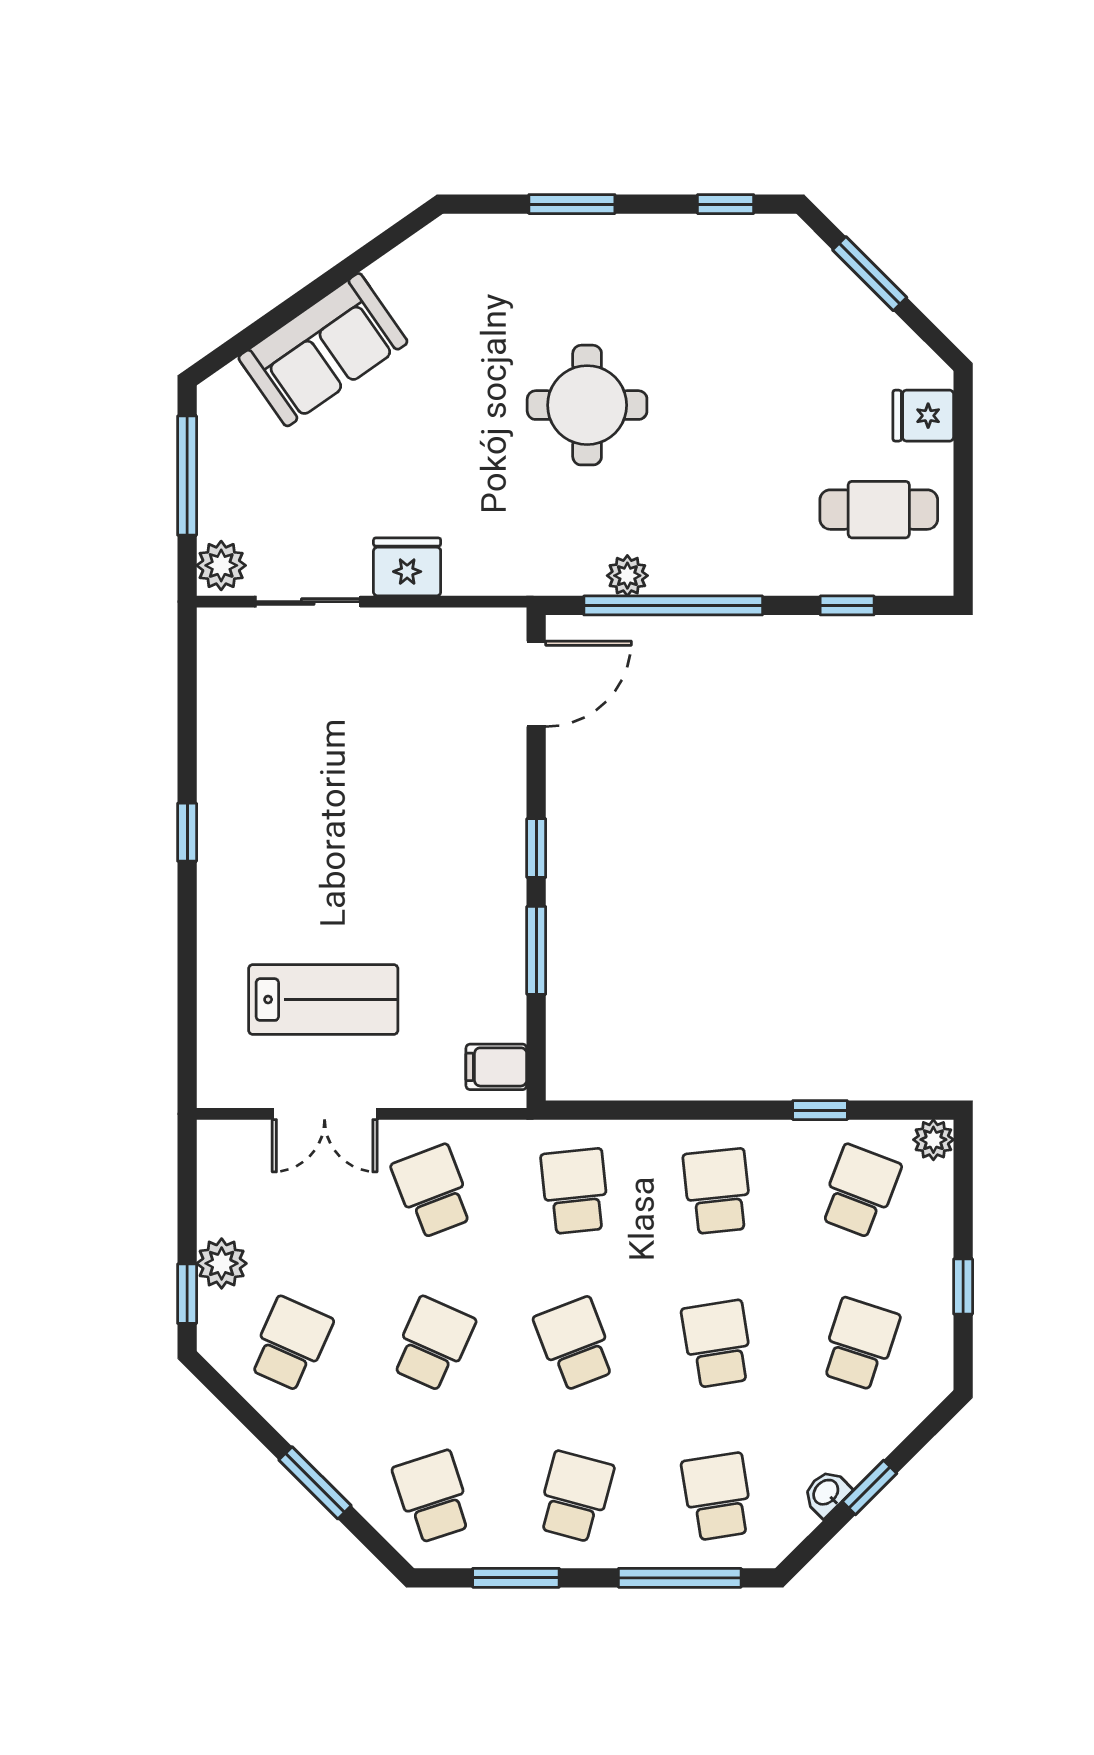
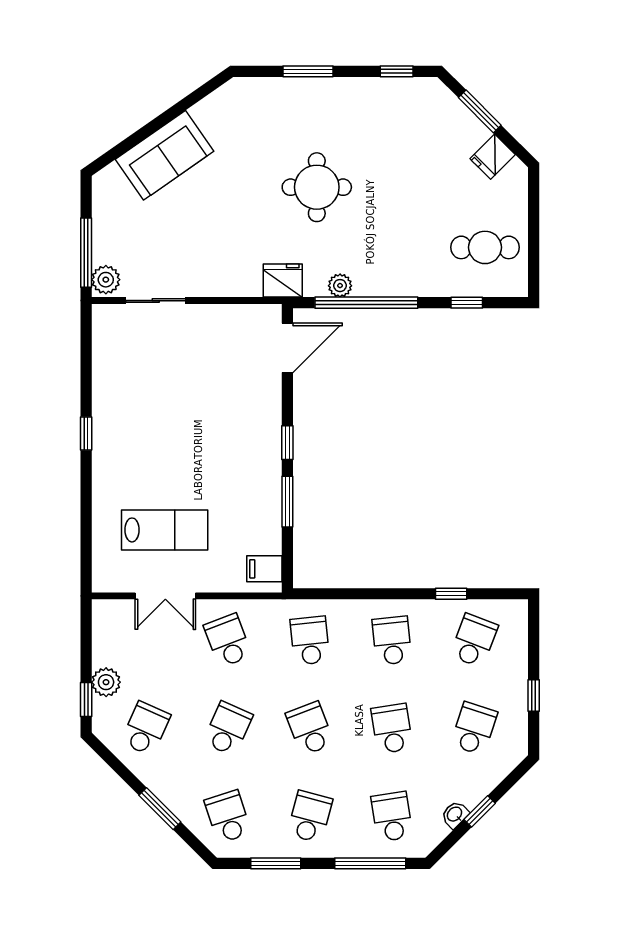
fridge: (923, 416) -> (493, 157), moved, turned -45
window: (187, 476) -> (86, 253), moved
fridge: (407, 567) -> (283, 281), moved
plant: (933, 1140) -> (517, 611), removed

